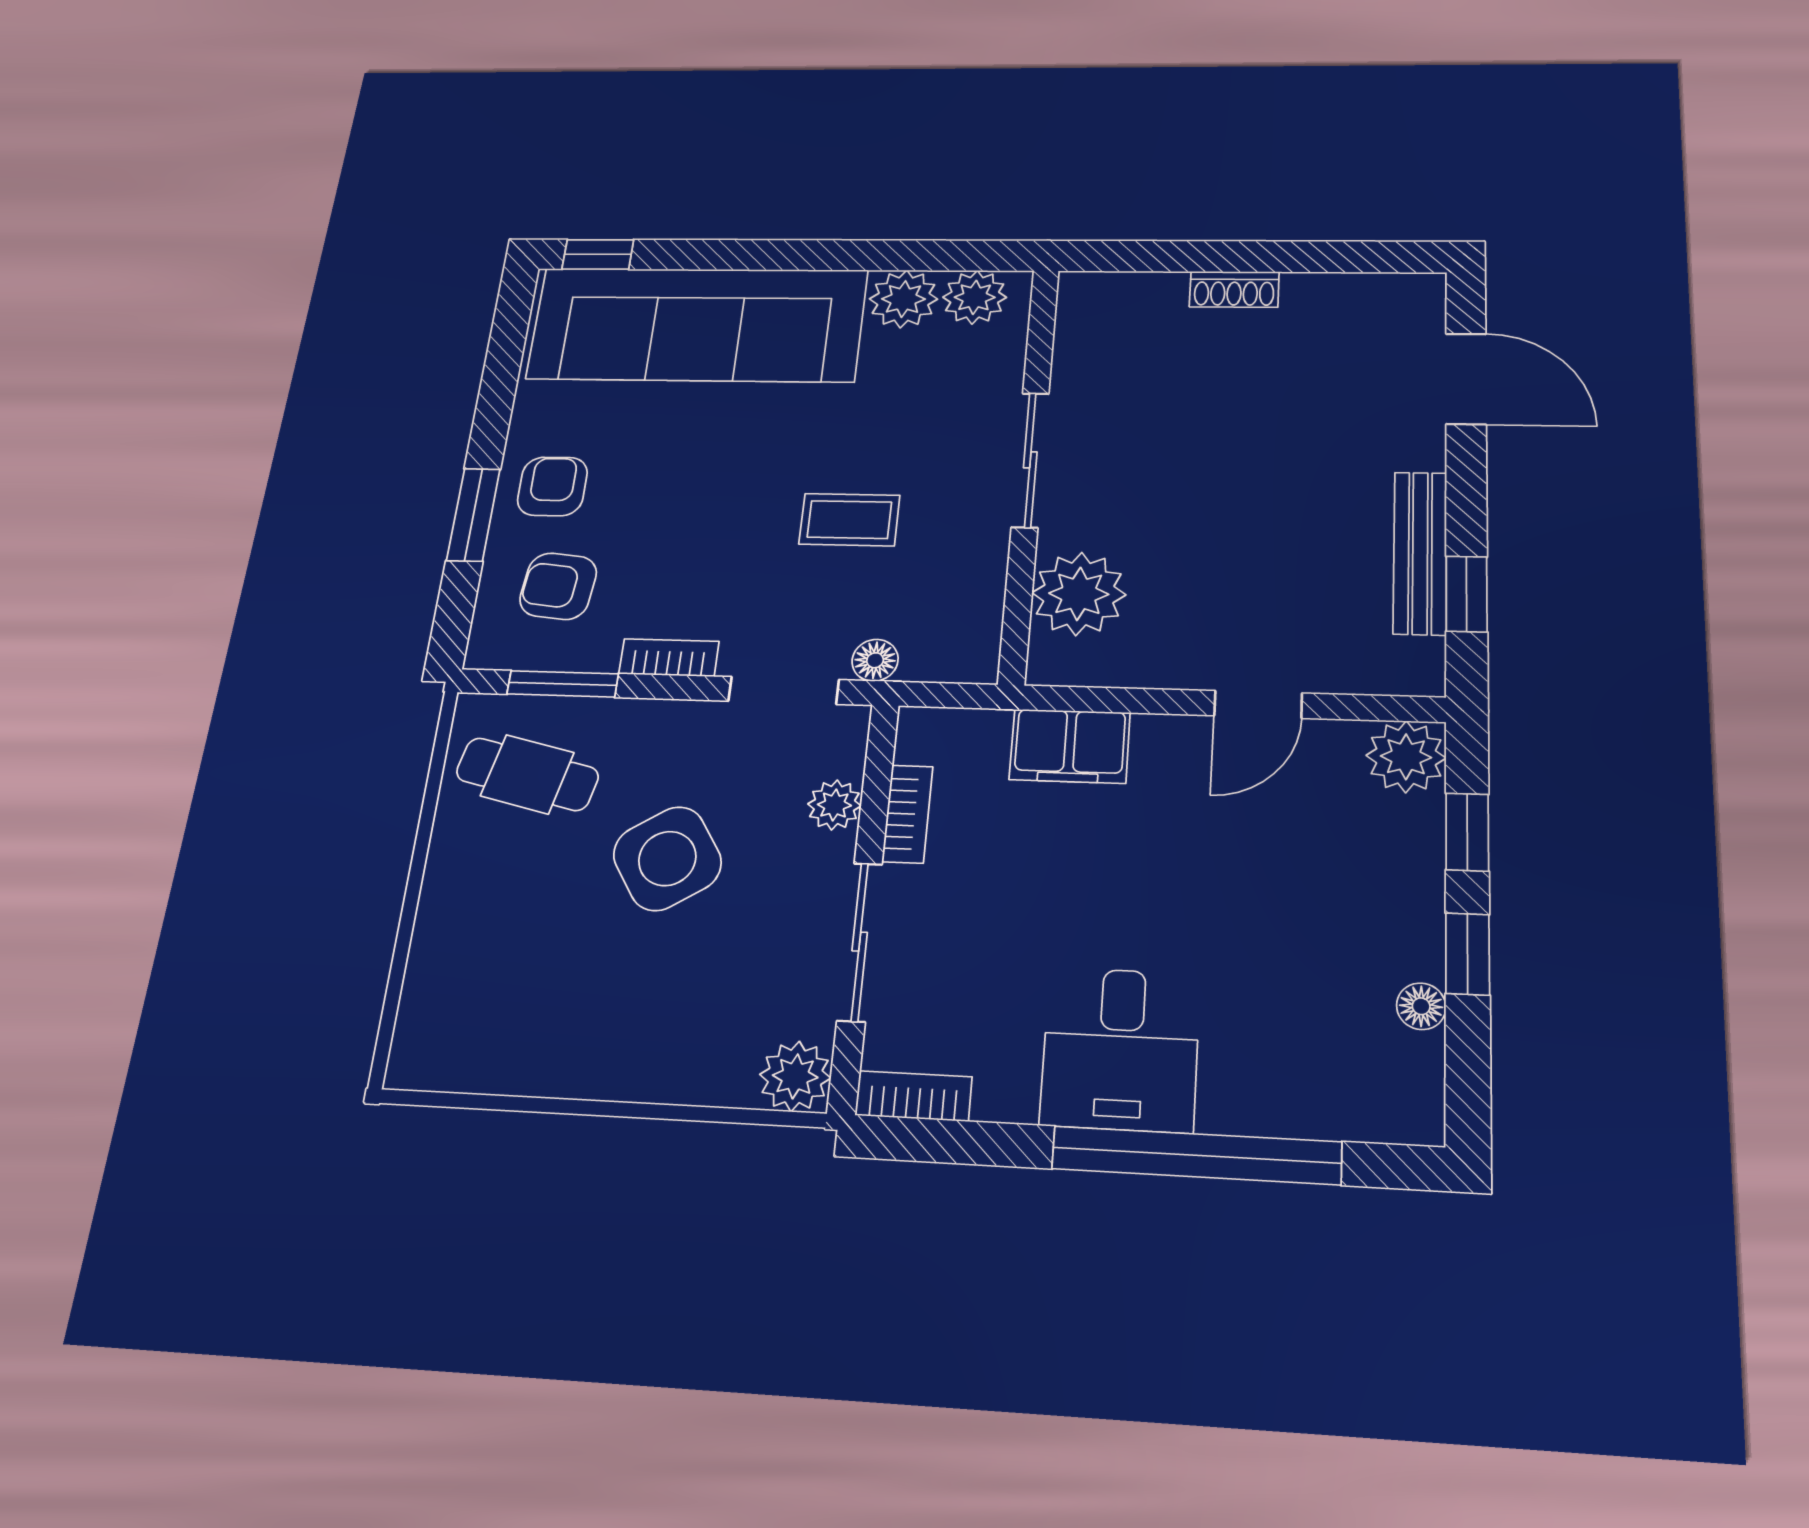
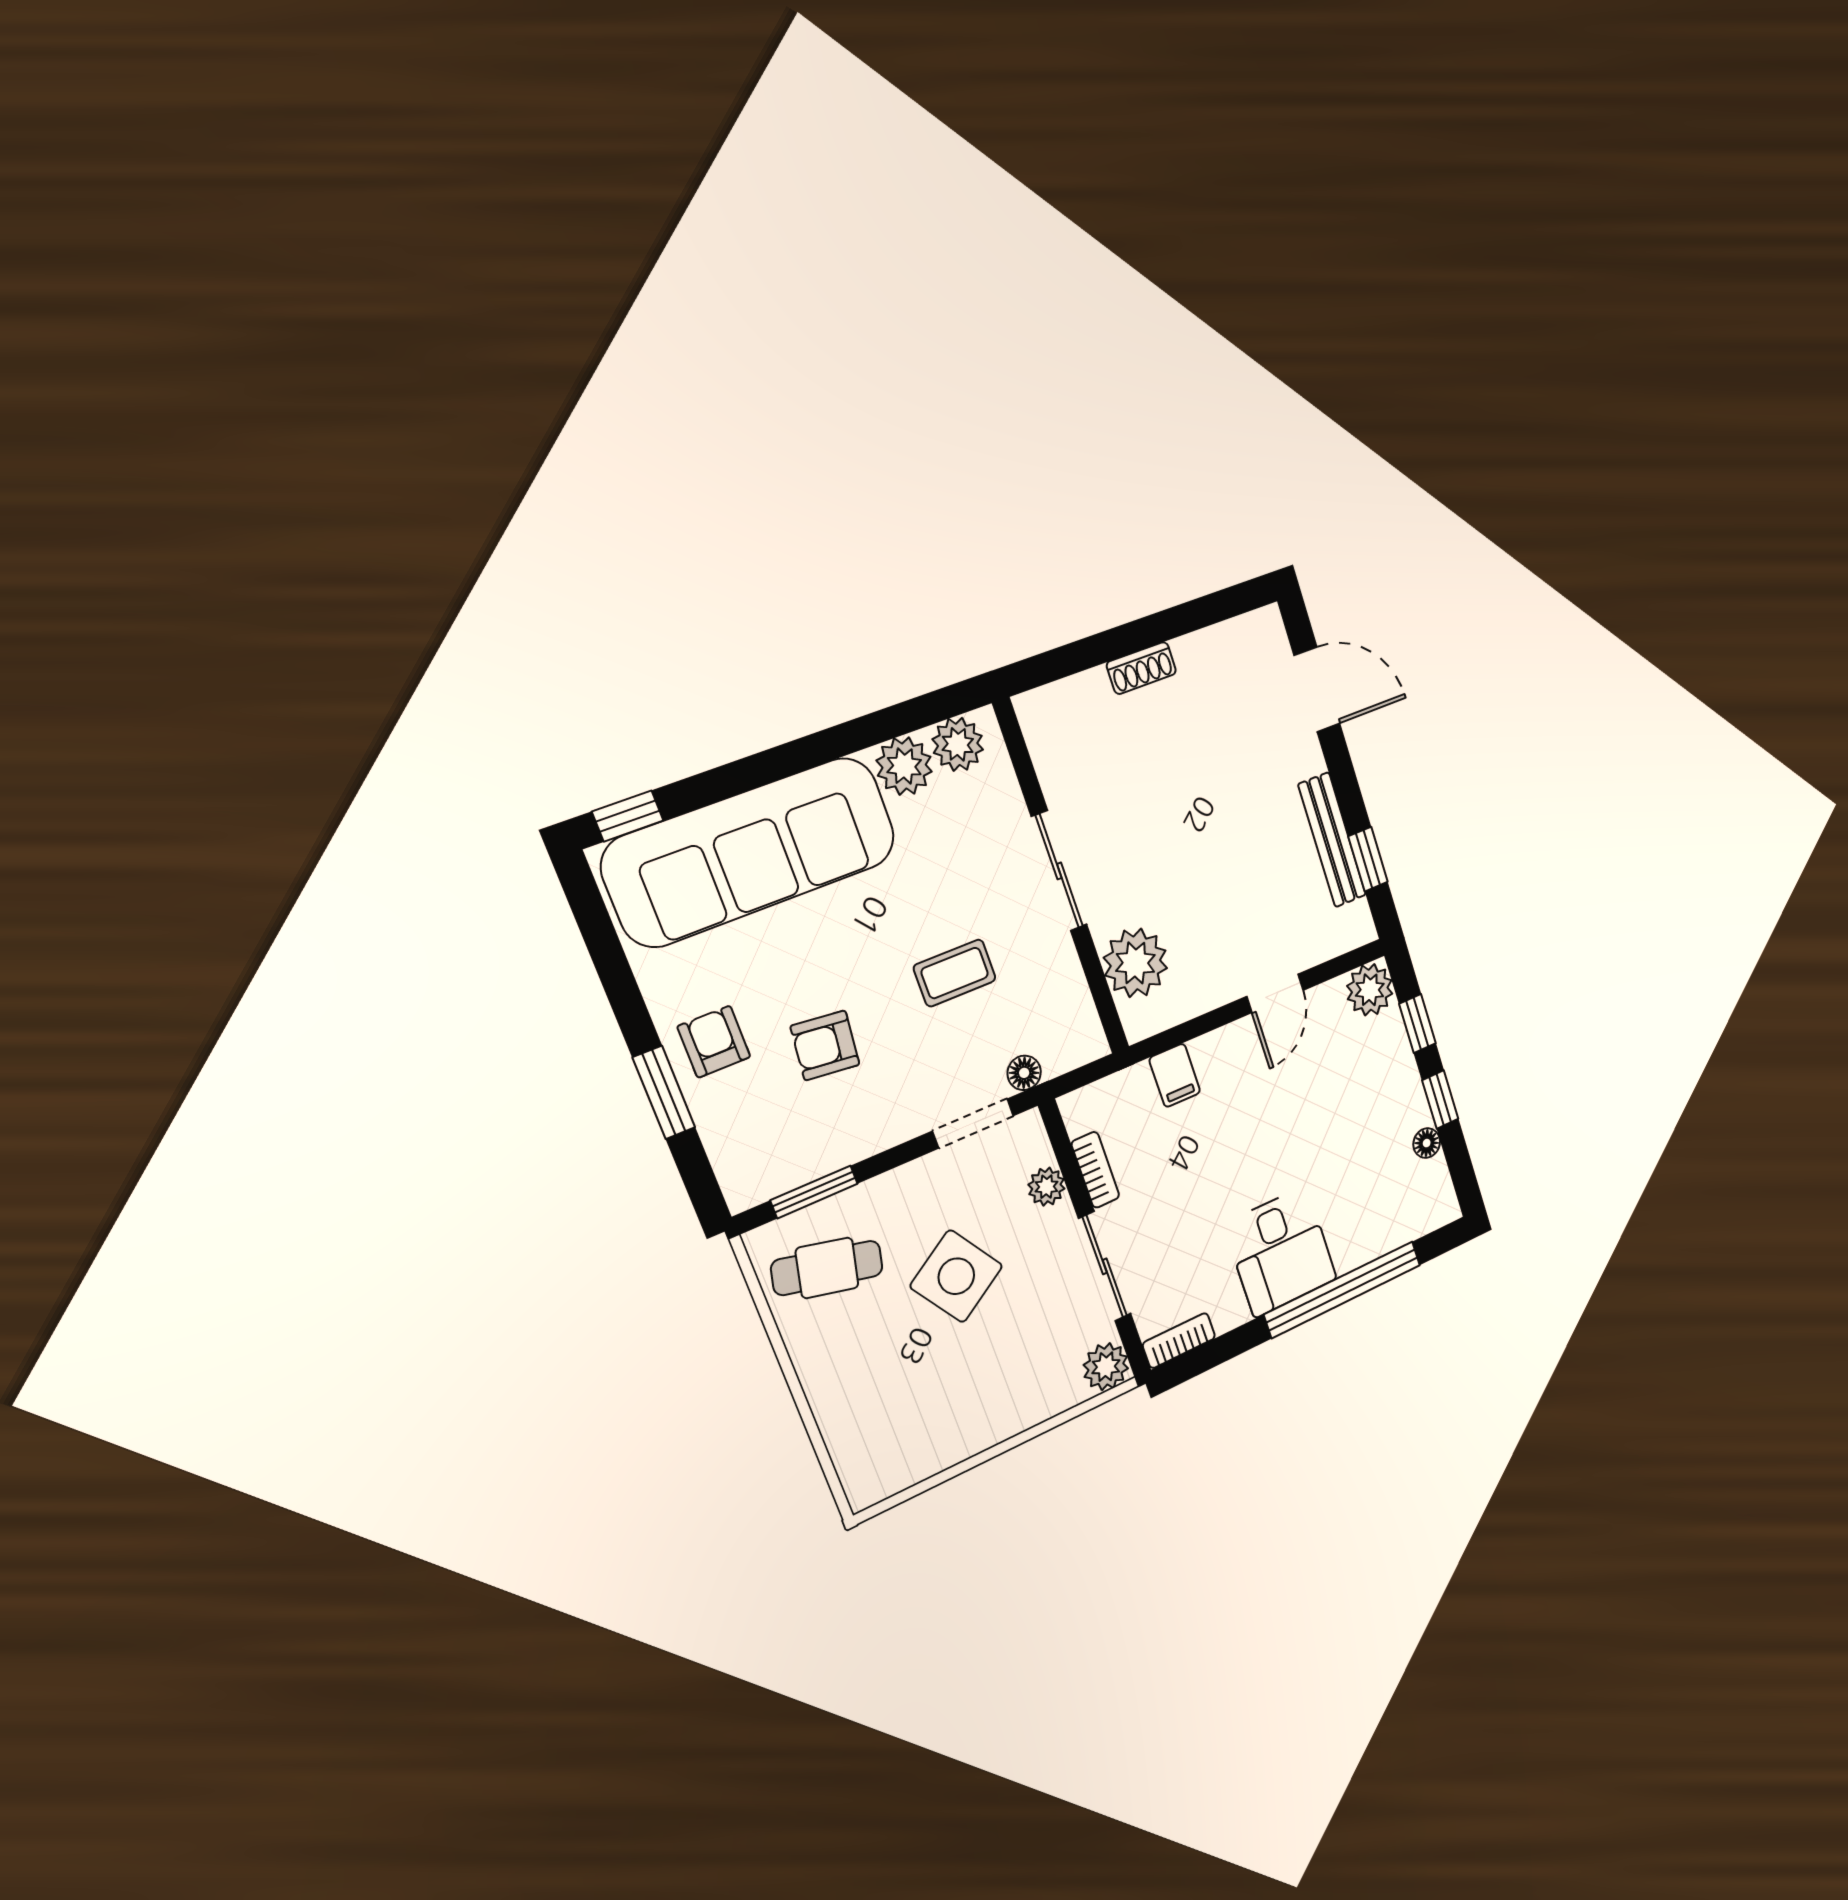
armchair: (558, 586) -> (825, 1045), moved
bookcase: (669, 658) -> (880, 1137), removed
filing cabinet: (1070, 746) -> (1175, 1075), width x0.50

